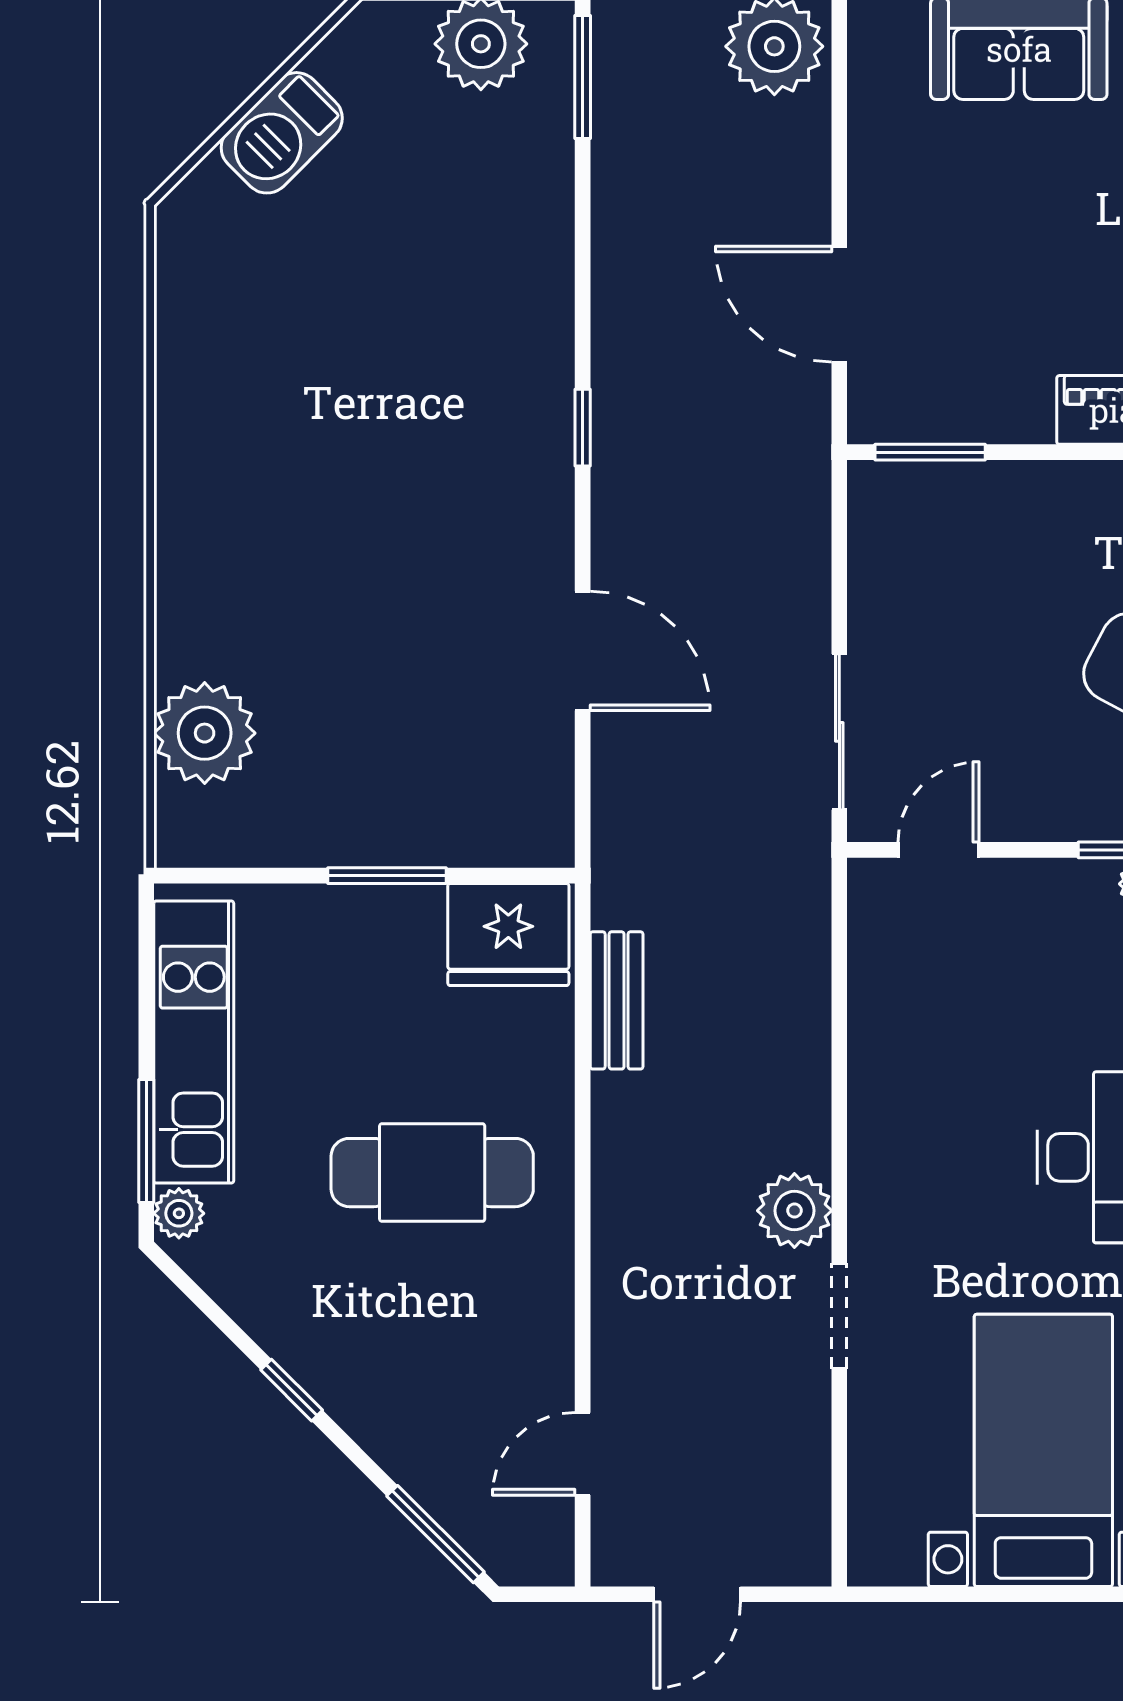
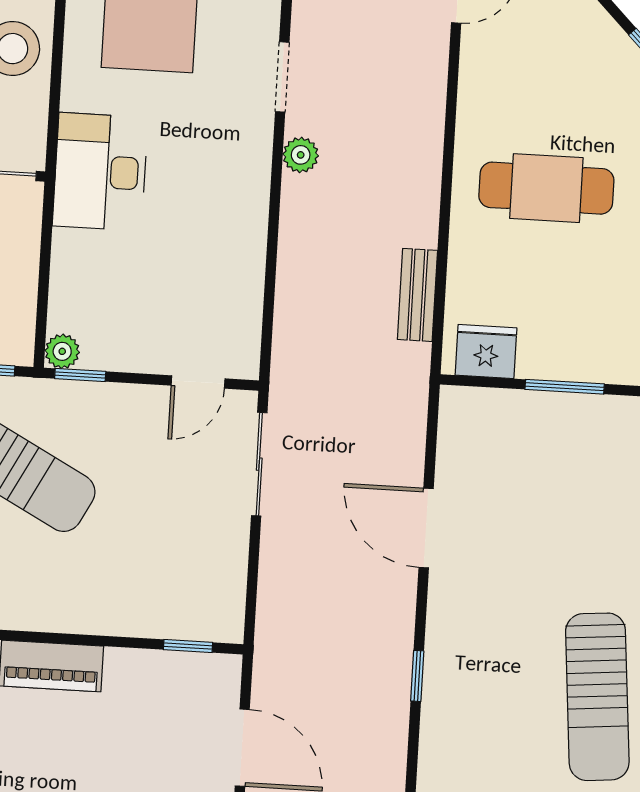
sun lounger: (310, 412) -> (597, 697), added
window: (930, 452) -> (188, 646), width x0.67
fridge: (508, 934) -> (486, 351), width x0.73, depth x0.75
plant: (794, 1211) -> (301, 155), width x0.73, depth x0.73

